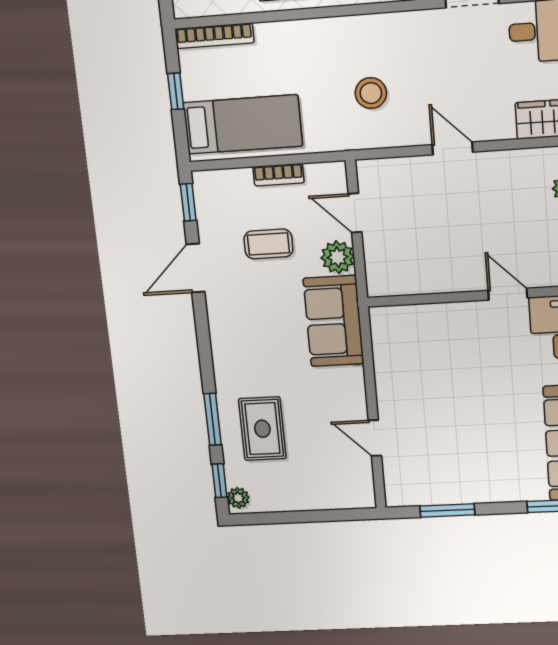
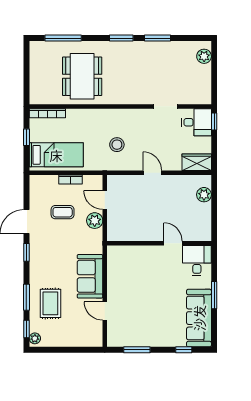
window: (188, 202) -> (26, 252), moved
sofa: (334, 321) -> (90, 276), moved

